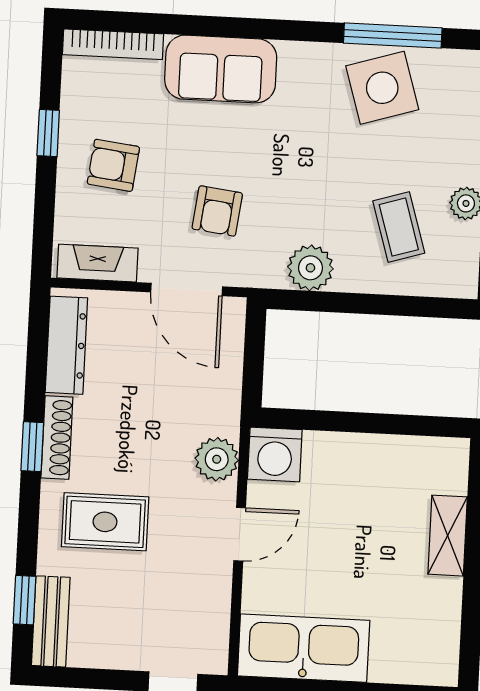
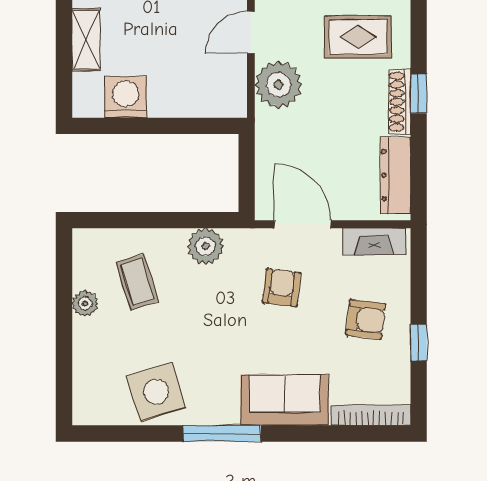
window: (393, 35) -> (222, 433), moved
washing machine: (275, 454) -> (126, 97), moved
plant: (217, 459) -> (278, 85), width x1.36, depth x1.36

